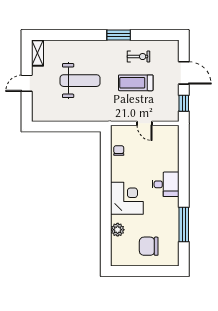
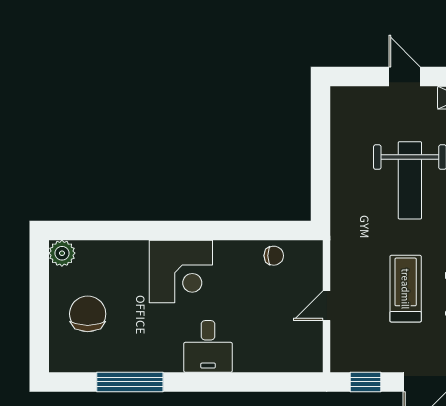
plant: (118, 230) -> (62, 253), moved

